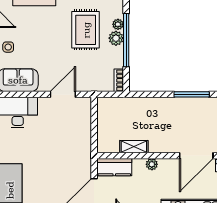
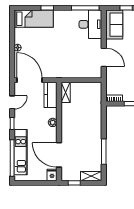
shelving: (134, 147) -> (66, 92), moved

